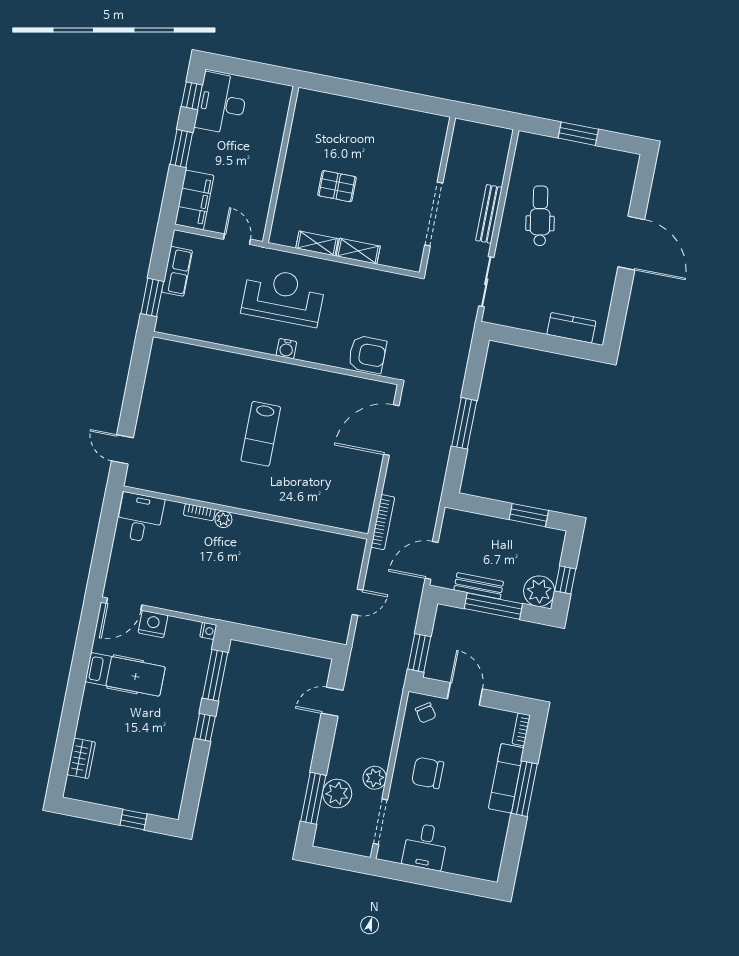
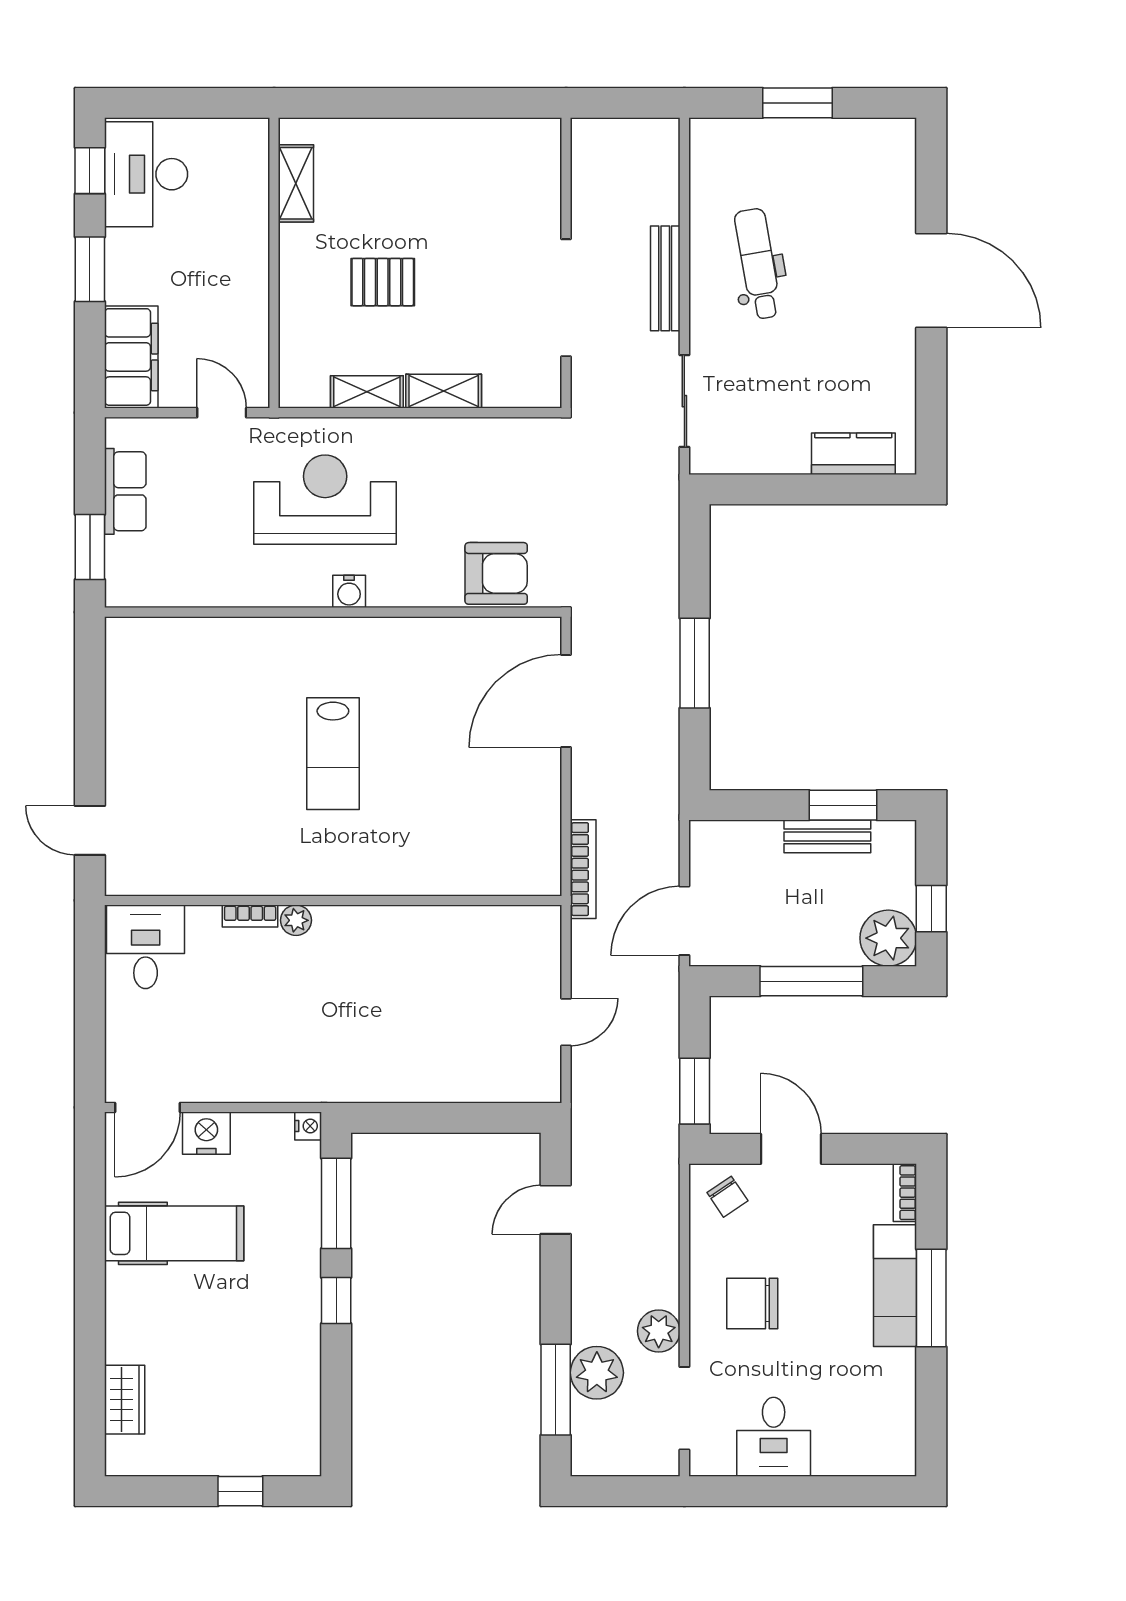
shelving: (301, 124) -> (296, 183), added
bench: (479, 586) -> (827, 836), moved

